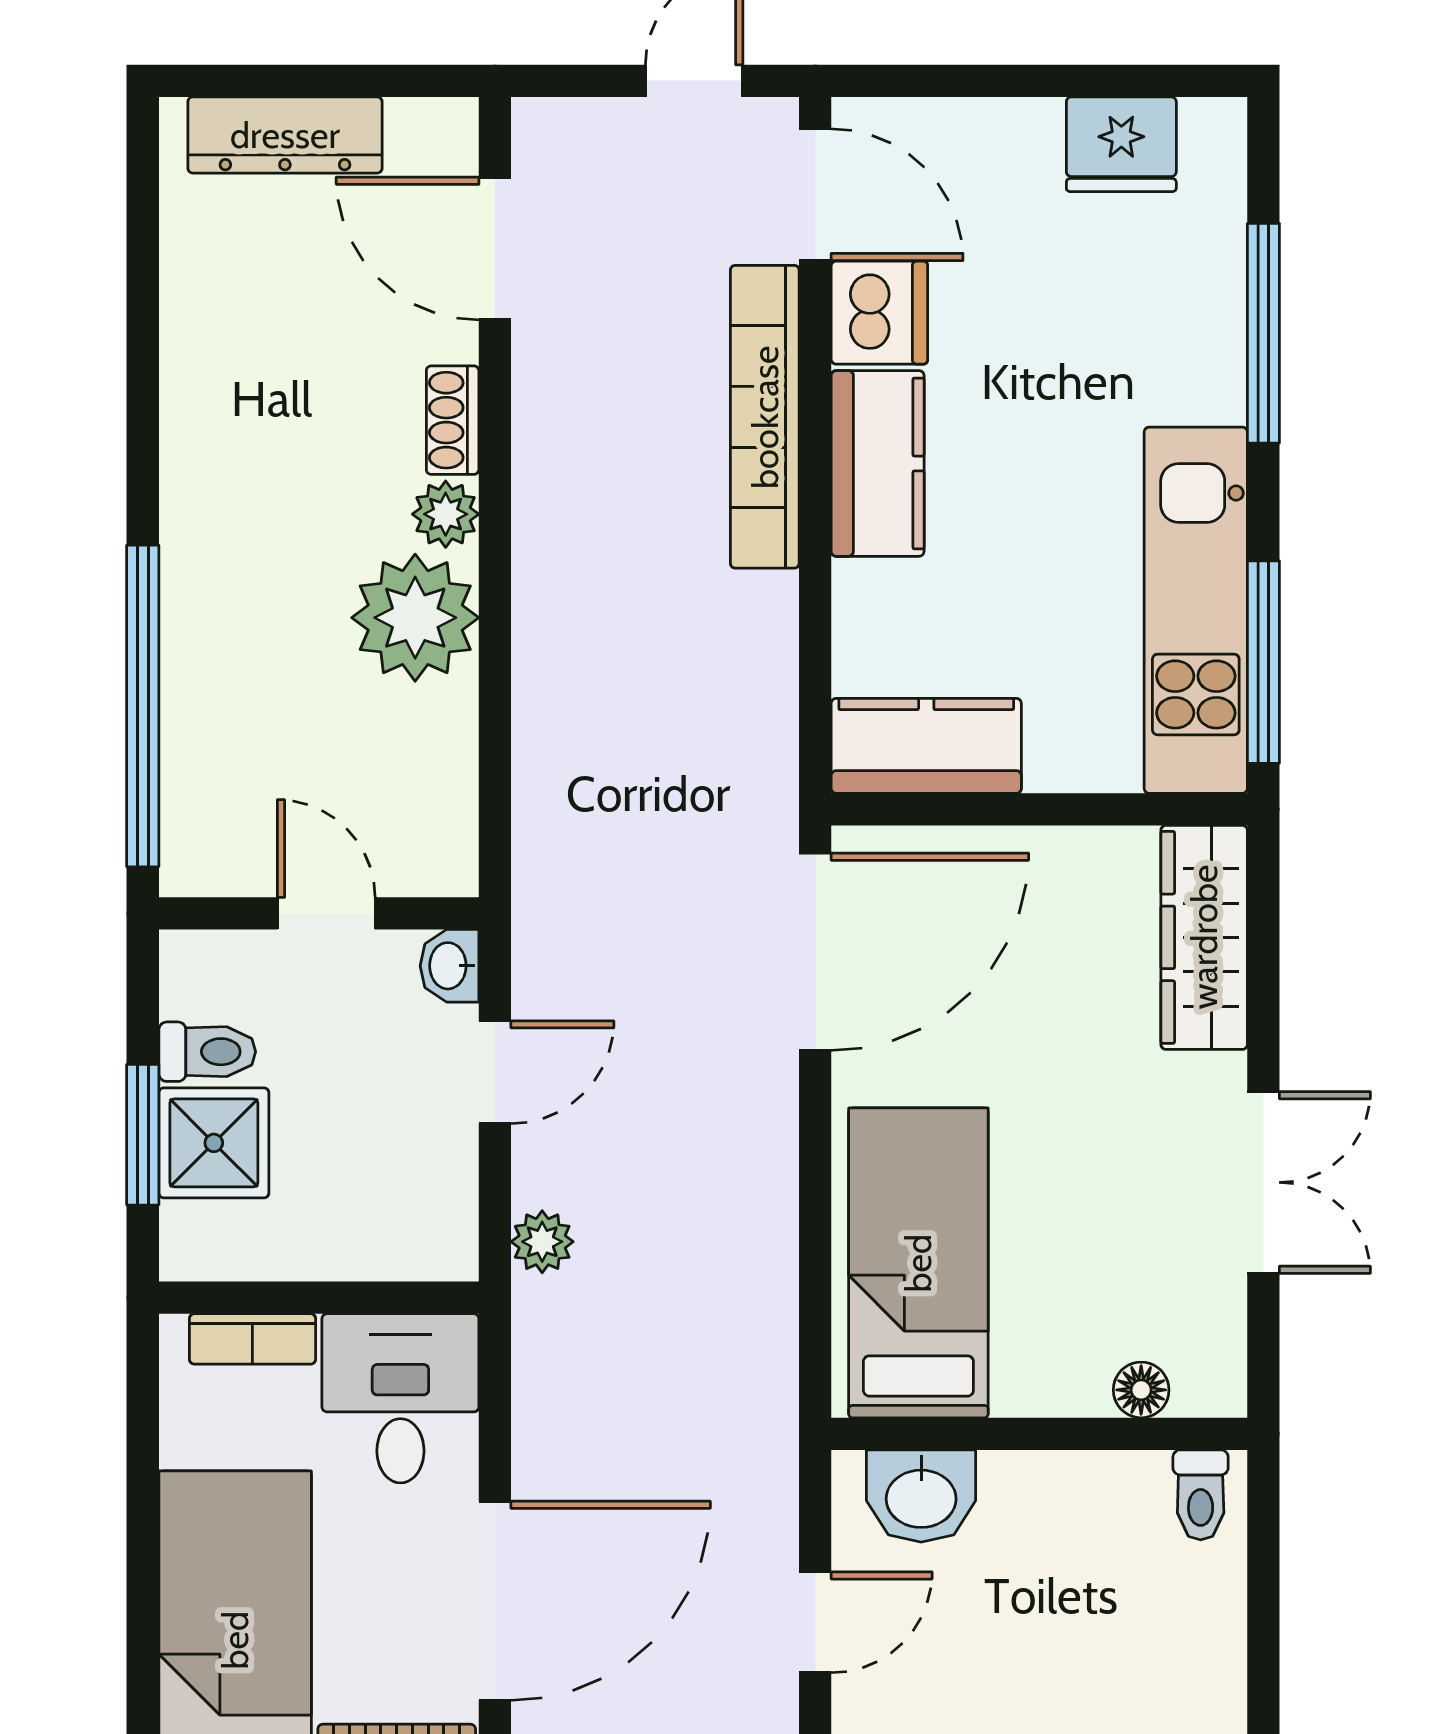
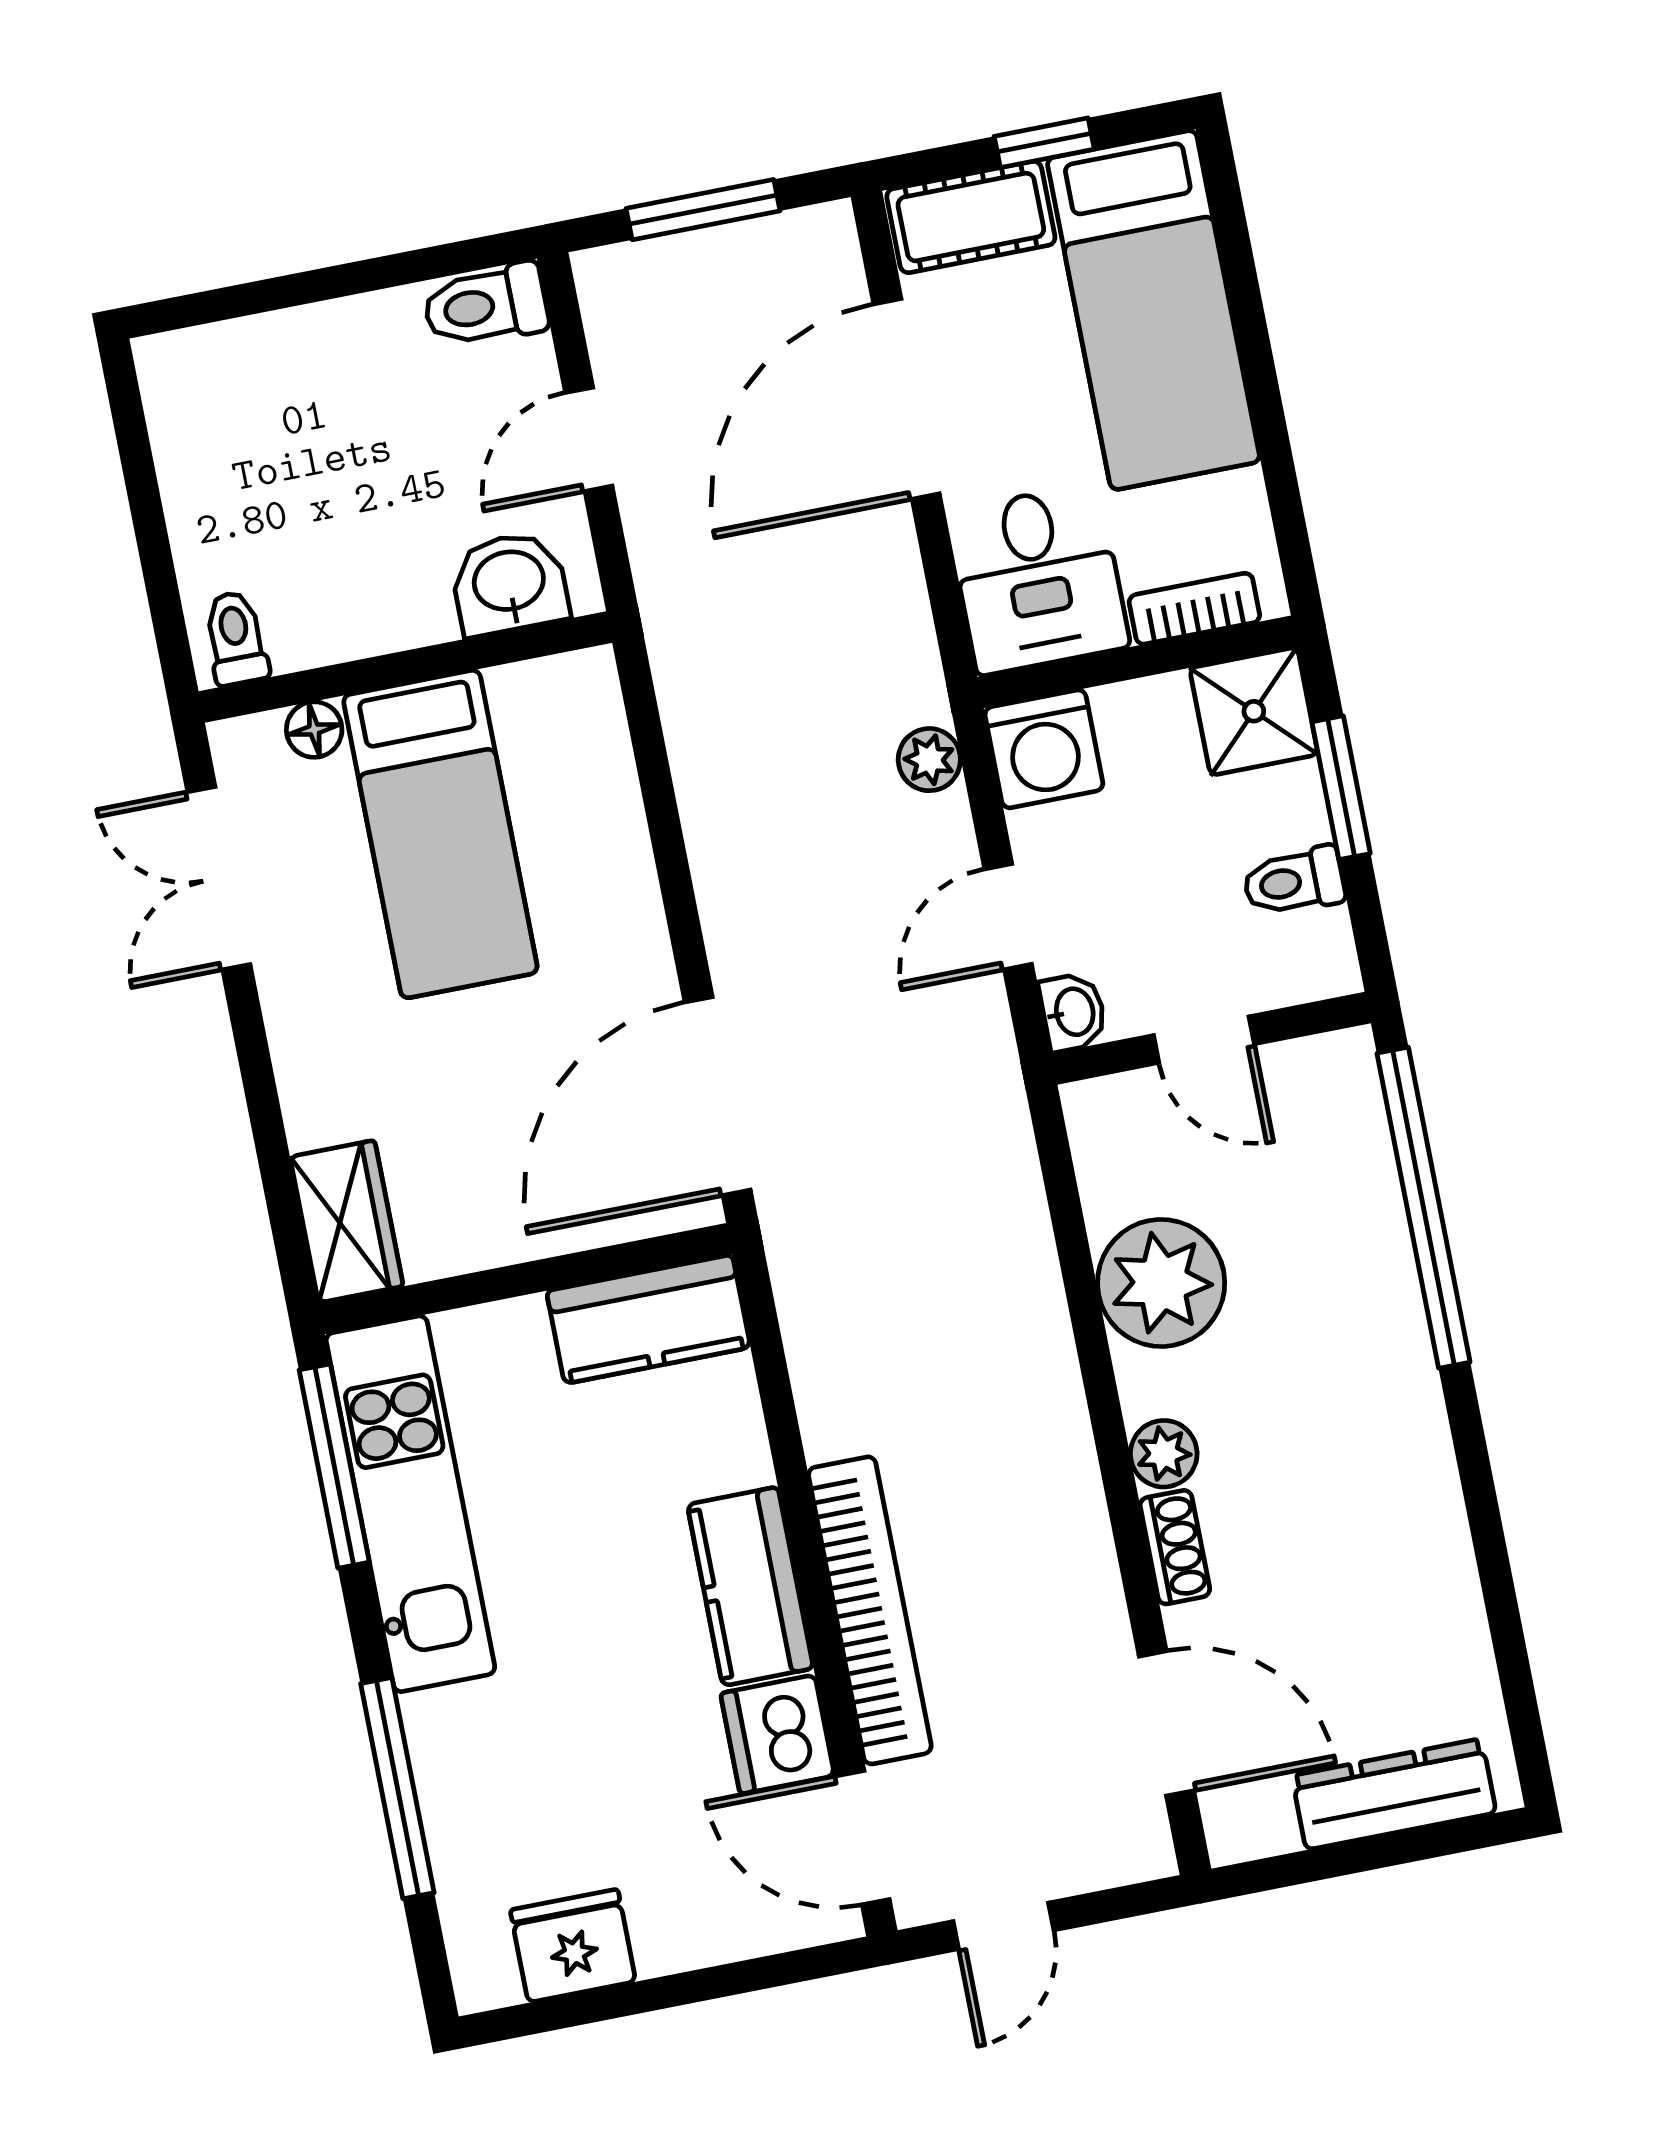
plant: (415, 618) -> (1161, 1283), moved
wardrobe: (1204, 937) -> (347, 1221), width x0.67
shower: (214, 1143) -> (1254, 711), moved
double door: (1263, 1182) -> (219, 878), moved
washing machine: (427, 1230) -> (1044, 749), added
bed: (918, 1263) -> (440, 834), moved

